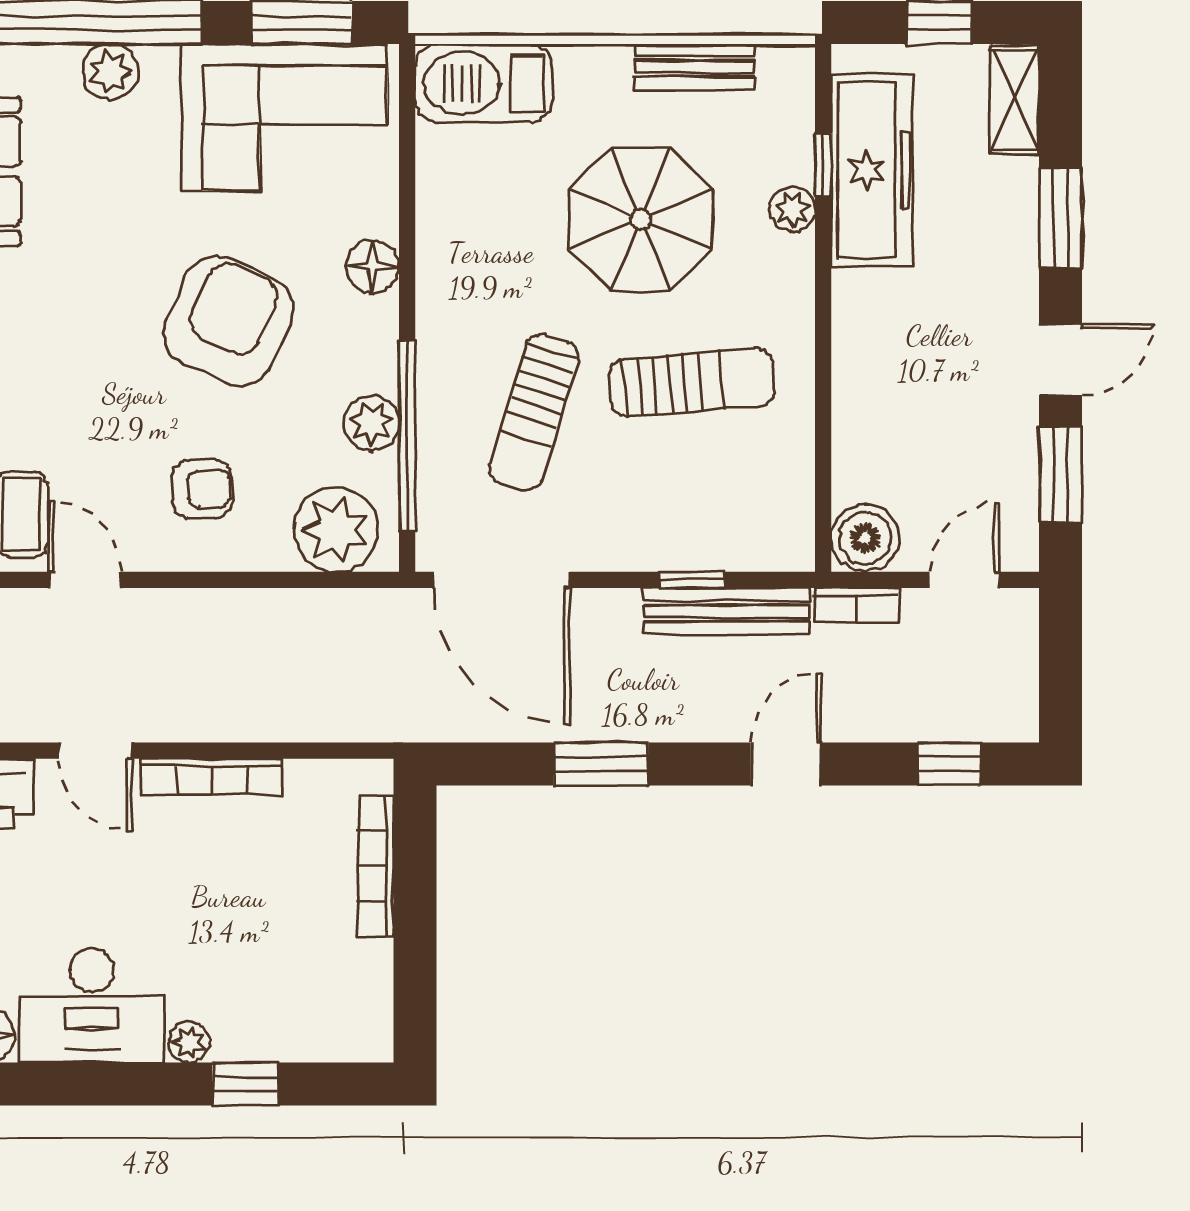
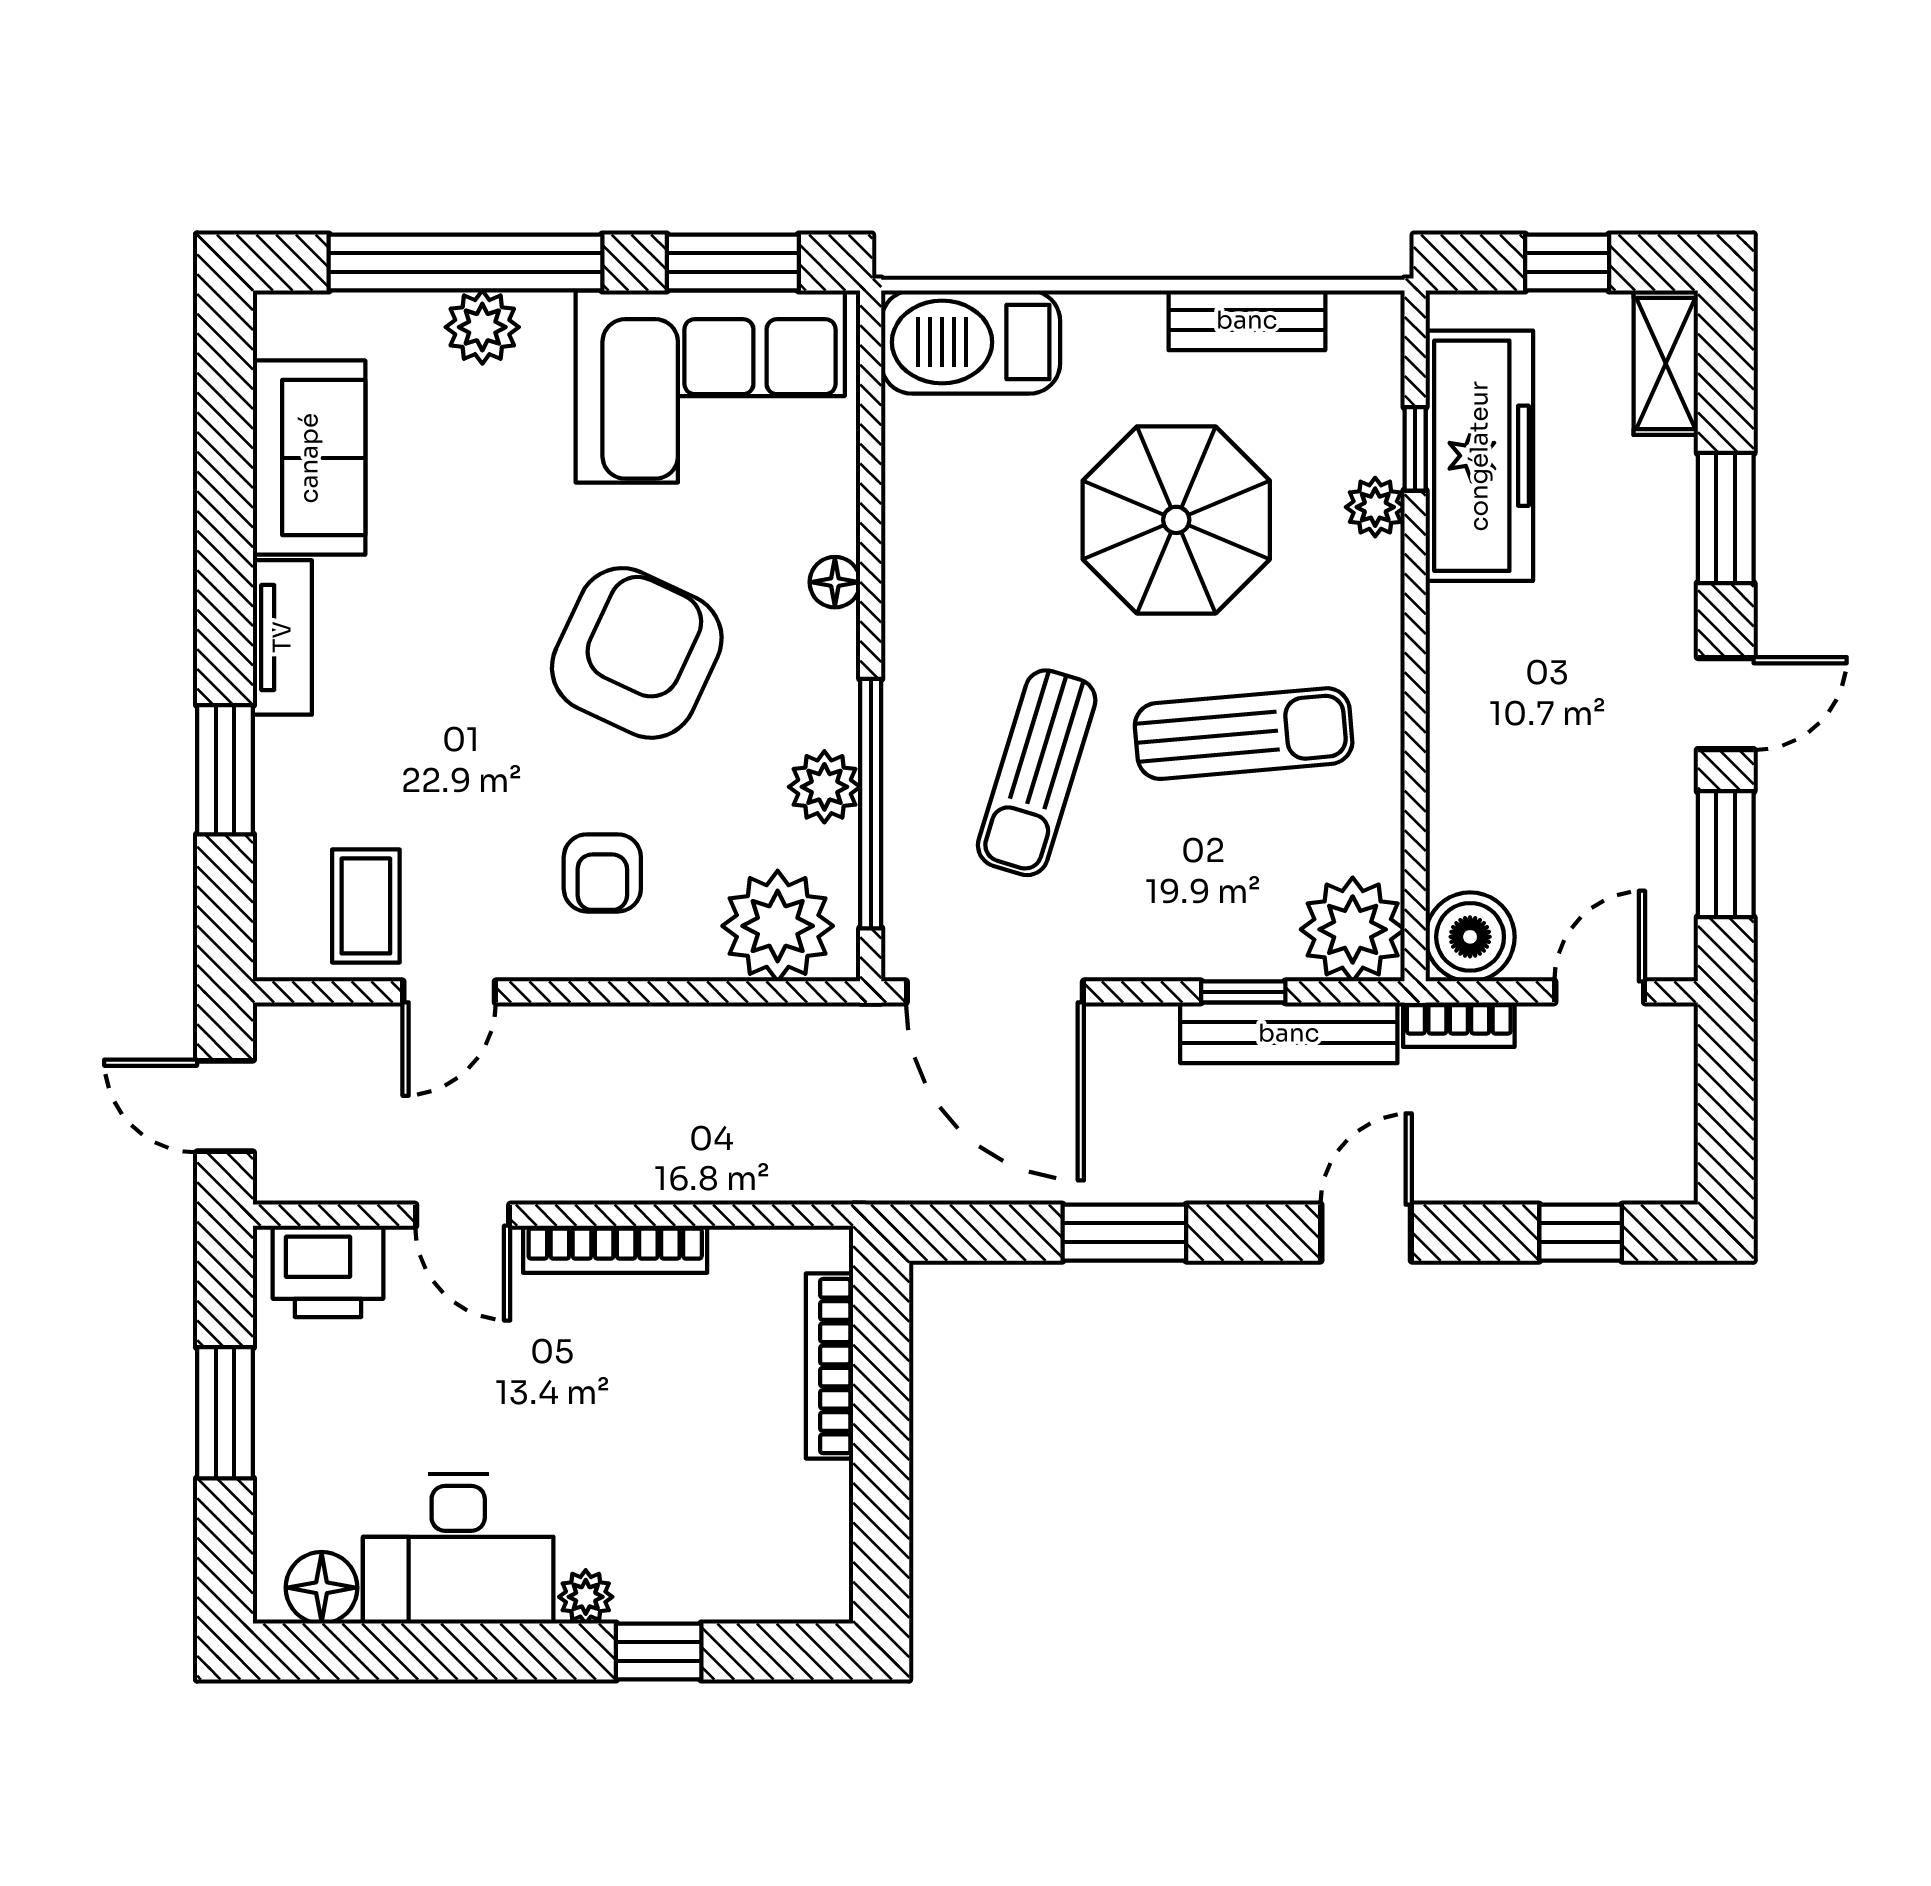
floor lamp: (373, 267) -> (835, 582), width x0.73, depth x0.73
armchair: (202, 489) -> (602, 873), turned 90
plant: (775, 532) -> (1353, 929), added
door: (85, 580) -> (449, 992), swing flipped

